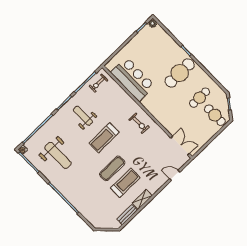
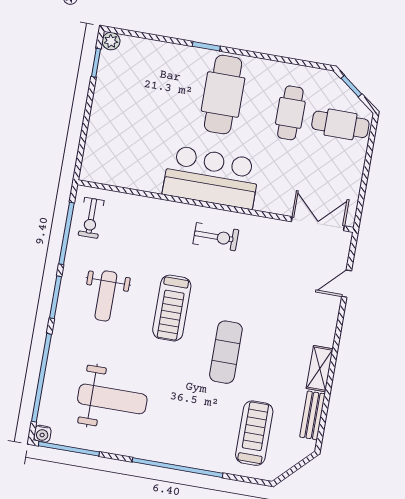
bar counter: (133, 79) -> (211, 177), moved
weight bench: (83, 116) -> (106, 296), turned -90
treadmill: (125, 183) -> (254, 433), moved

